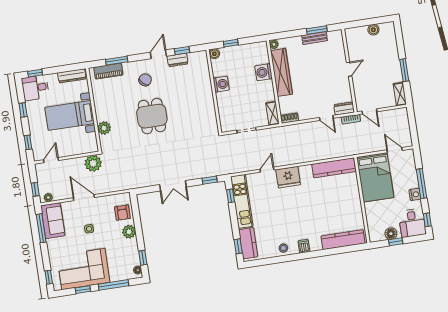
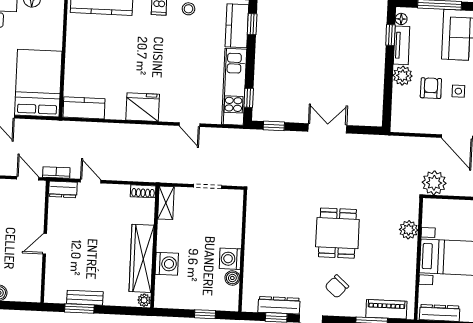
boiler: (214, 54) -> (232, 278), moved
dresser: (178, 60) -> (279, 305), width x1.44
kitchen counter: (334, 168) -> (84, 108), width x0.67
door: (267, 170) -> (189, 125), hinge flipped
fridge: (288, 177) -> (143, 107), moved
armchair: (122, 213) -> (431, 88), moved
tv unit: (134, 252) -> (402, 45), added

